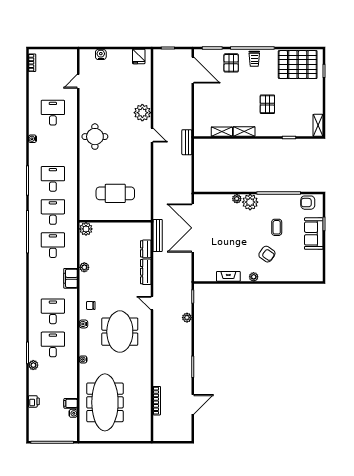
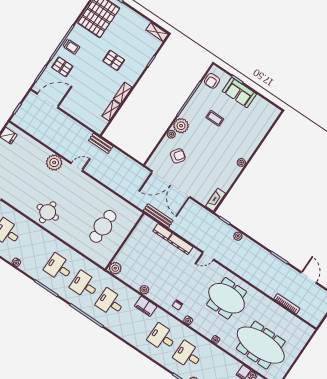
armchair: (267, 254) -> (178, 156), moved
fireplace: (228, 276) -> (216, 200), moved
meeting table: (120, 332) -> (227, 298), moved

